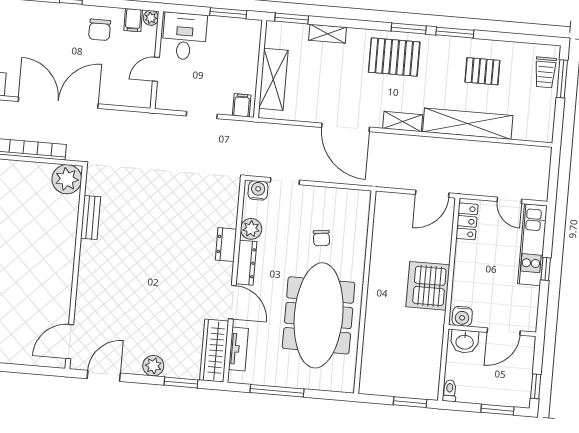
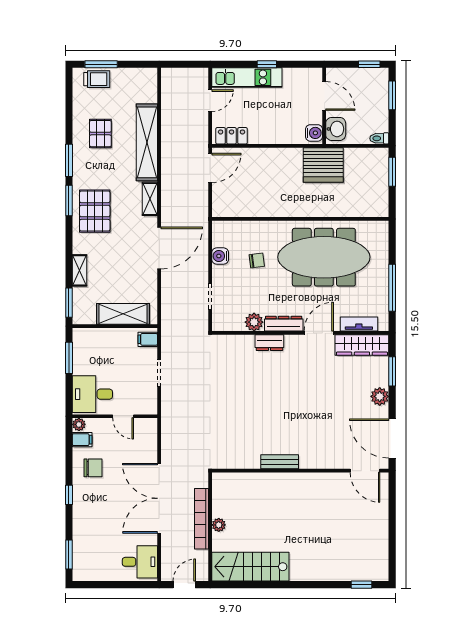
plant: (67, 179) -> (219, 525), moved, width x0.53, depth x0.53
water cooler: (258, 190) -> (220, 256), moved
door: (432, 194) -> (210, 168), hinge flipped
bench: (91, 218) -> (280, 462), moved
server rack: (428, 286) -> (323, 165), moved
door: (104, 376) -> (392, 439), width x1.36

